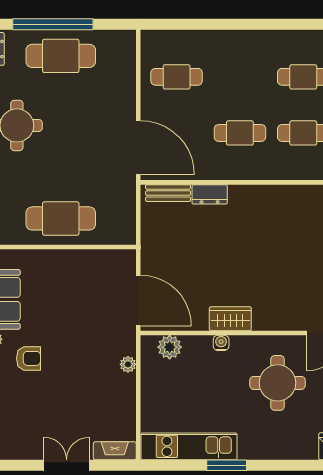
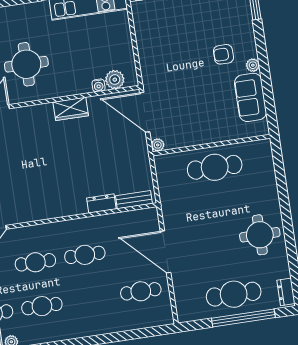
door: (138, 147) -> (166, 252), moved
water cooler: (221, 343) -> (99, 85), moved
plant: (128, 364) -> (158, 145), moved

